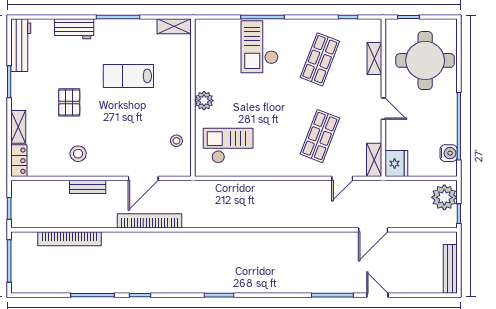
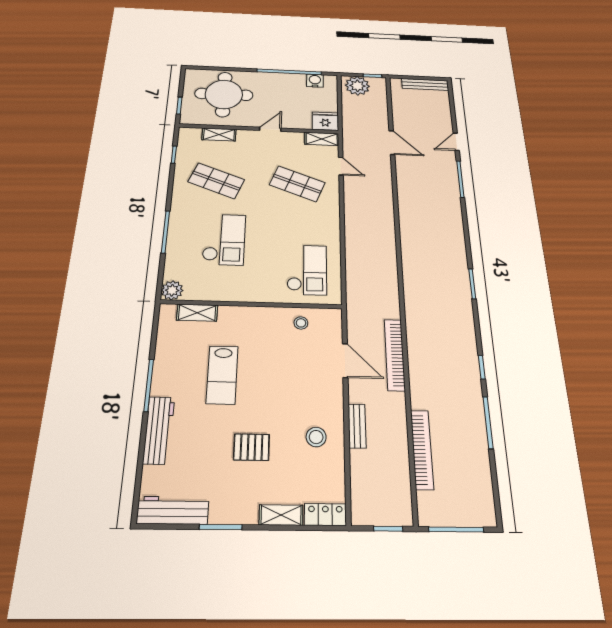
shelving: (174, 26) -> (197, 313), moved, turned 90
workbench: (74, 29) -> (159, 430), width x1.38
checkout: (260, 47) -> (224, 239), moved, turned -90
plant: (204, 101) -> (172, 290), moved
checkout: (228, 146) -> (307, 270), turned 180

